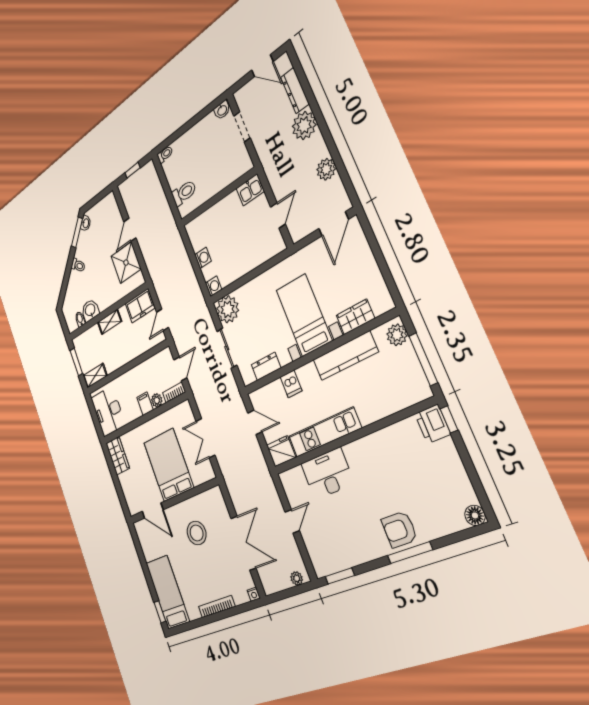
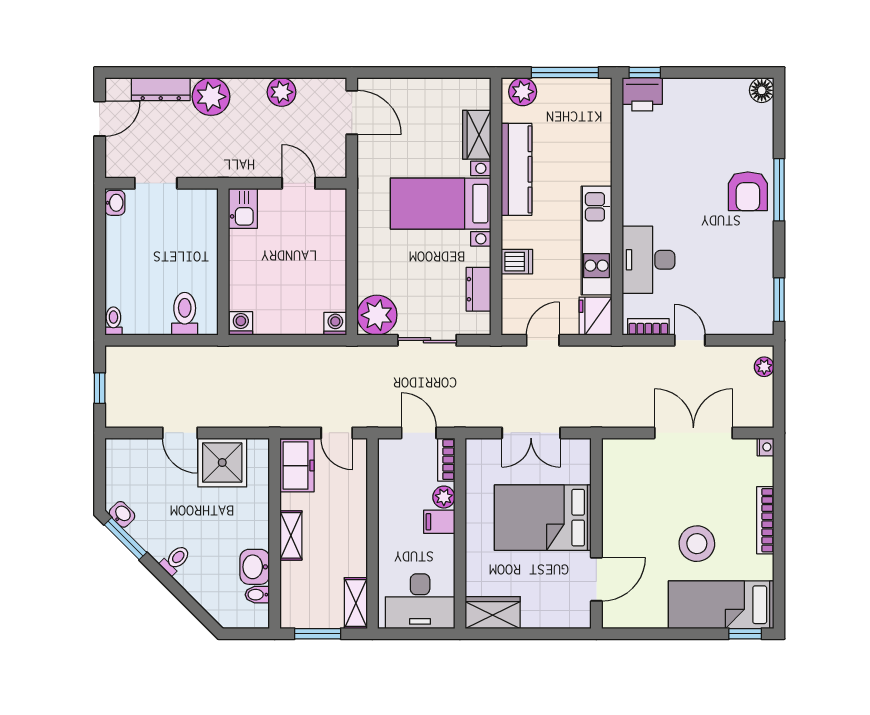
washing machine: (203, 258) -> (241, 323), moved
bookcase: (289, 490) -> (648, 327), added
stool: (197, 533) -> (697, 544), moved

